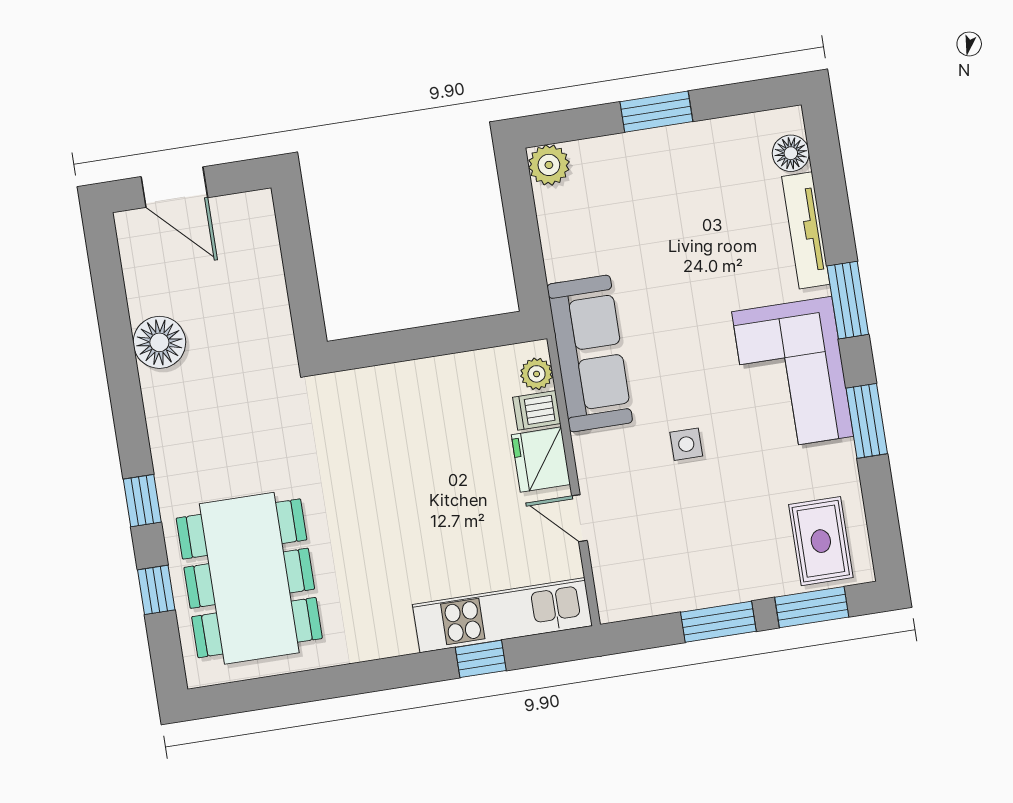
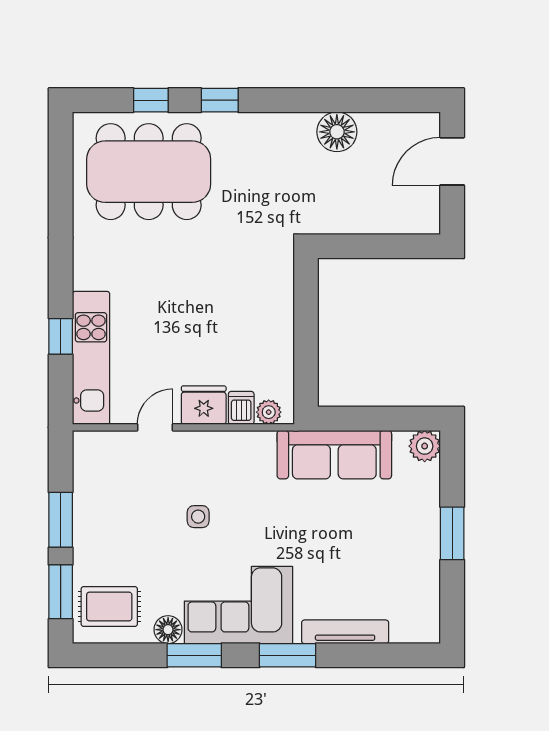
floor lamp: (791, 153) -> (168, 630), moved
sofa: (590, 354) -> (334, 455), moved

